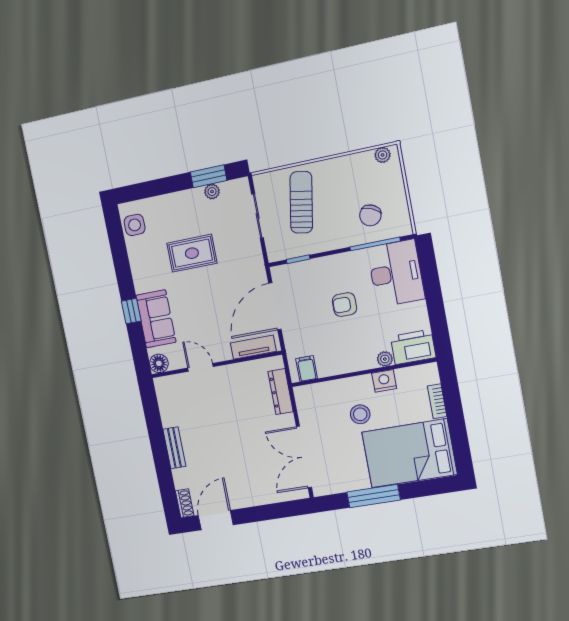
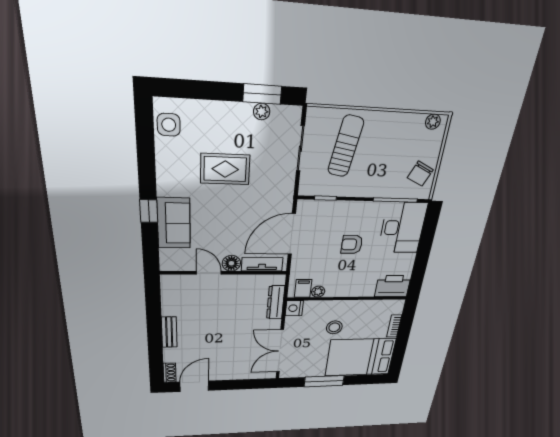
chair: (370, 215) -> (420, 174), moved
plant: (385, 359) -> (318, 292), moved
floor lamp: (159, 363) -> (231, 263), moved
nightstand: (384, 381) -> (294, 308), moved, turned -90

